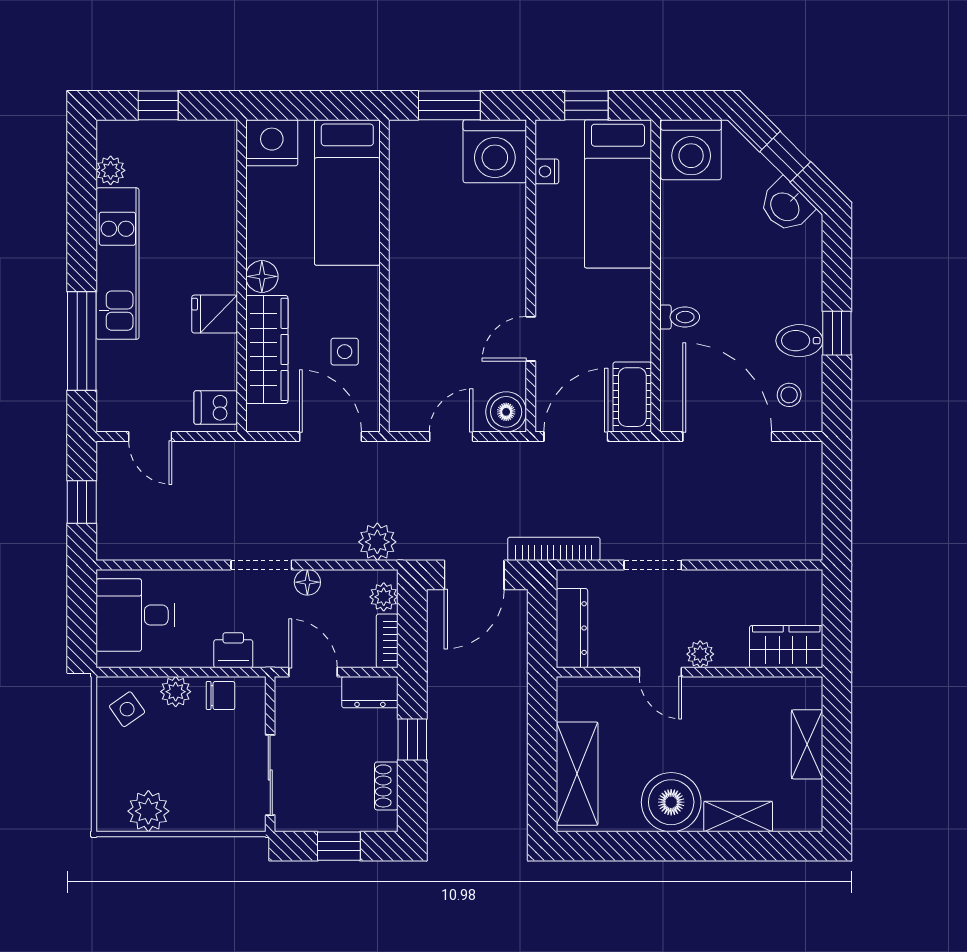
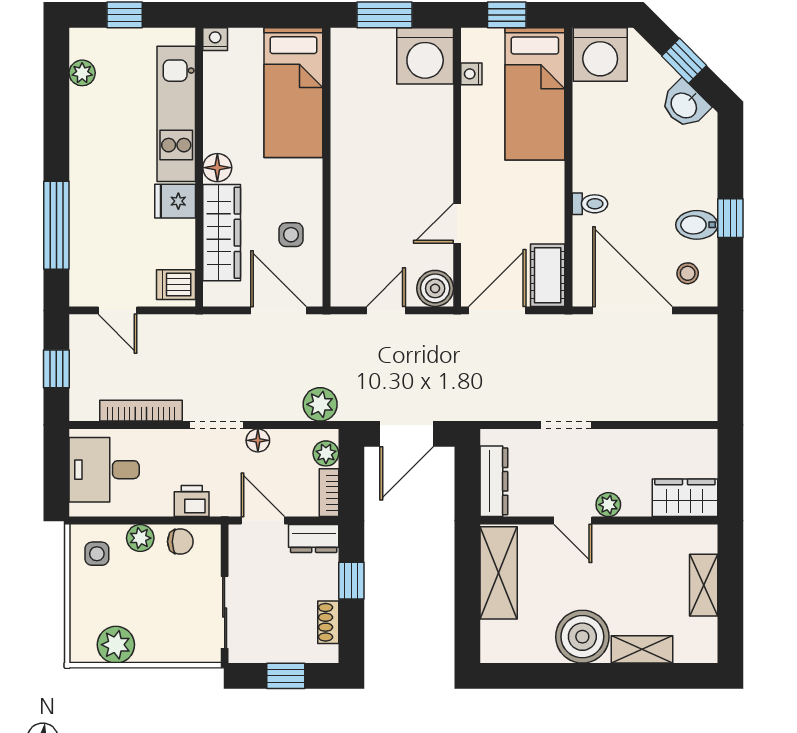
nightstand: (272, 143) -> (215, 39), width x0.53, depth x0.56
kitchen unit: (117, 264) -> (176, 114), moved, turned 180
bookcase: (554, 549) -> (141, 411), moved
side table: (127, 709) -> (97, 554), turned 35
shelving: (577, 774) -> (499, 573), moved

